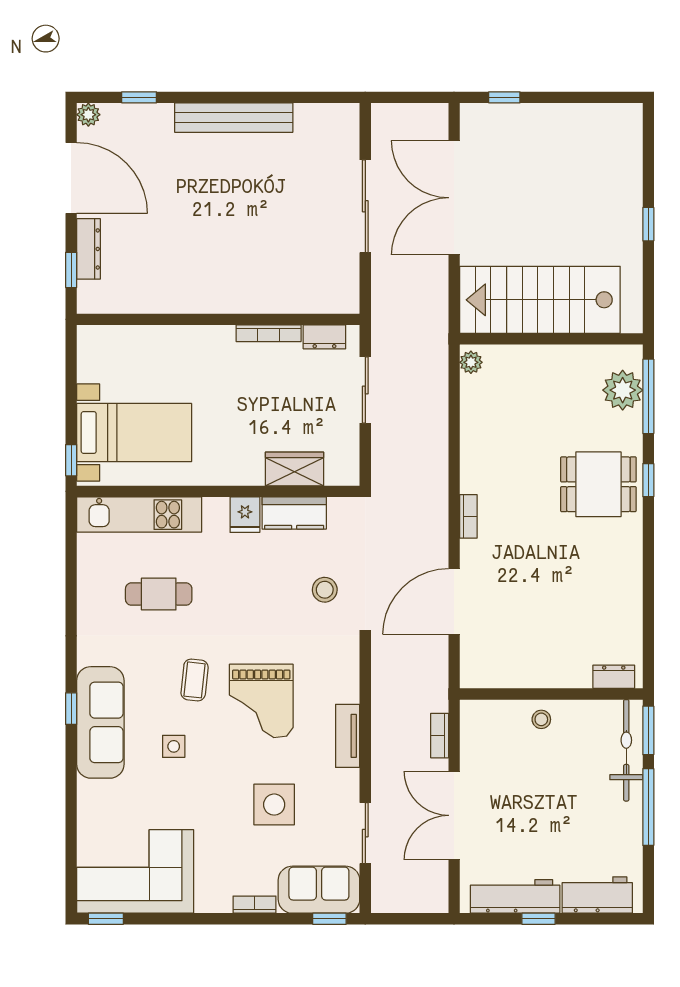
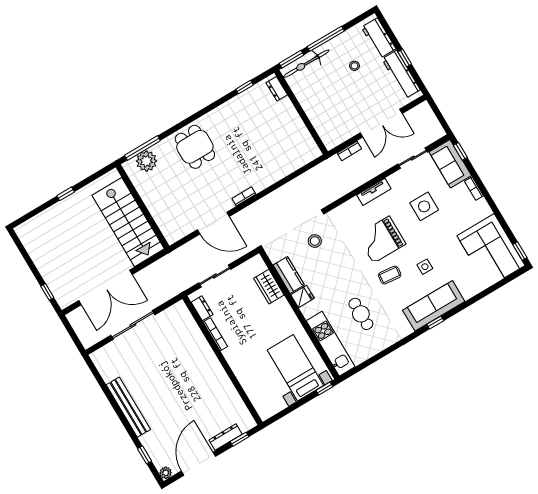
plant: (471, 362) -> (174, 236), removed
window: (648, 480) -> (245, 87), moved
door: (454, 602) -> (213, 223), moved
grand piano: (261, 701) -> (381, 240), turned 180
stool: (541, 719) -> (354, 66), moved

